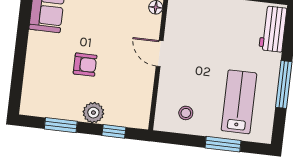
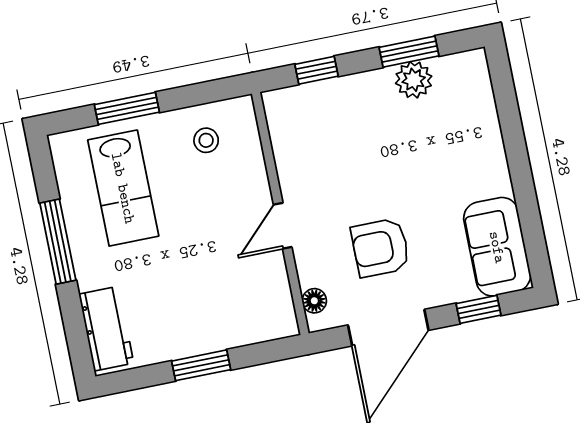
door: (160, 53) -> (283, 226), swing flipped
armchair: (85, 65) -> (380, 248), moved, width x1.38, depth x1.38
plant: (93, 113) -> (414, 80), moved

